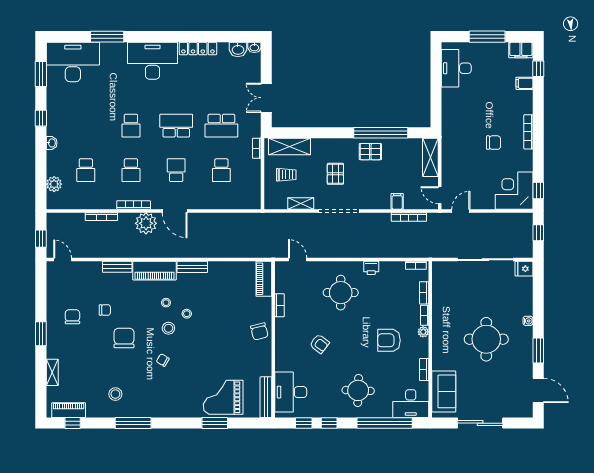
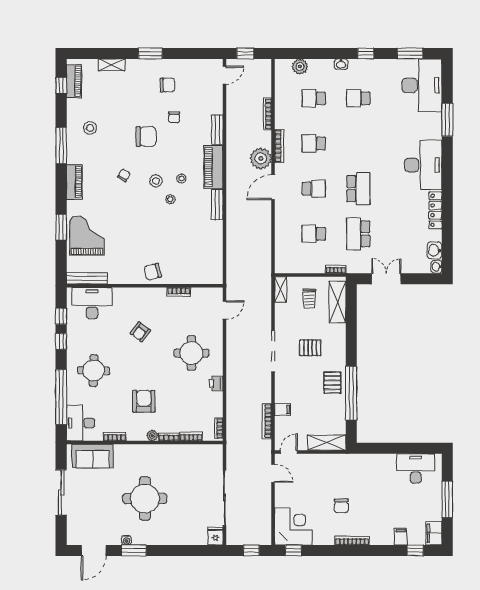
school desk: (131, 126) -> (358, 98), moved
shelving: (301, 203) -> (281, 289), moved
piano: (264, 279) -> (74, 182), moved, turned 90
water cooler: (528, 321) -> (126, 540), moved

